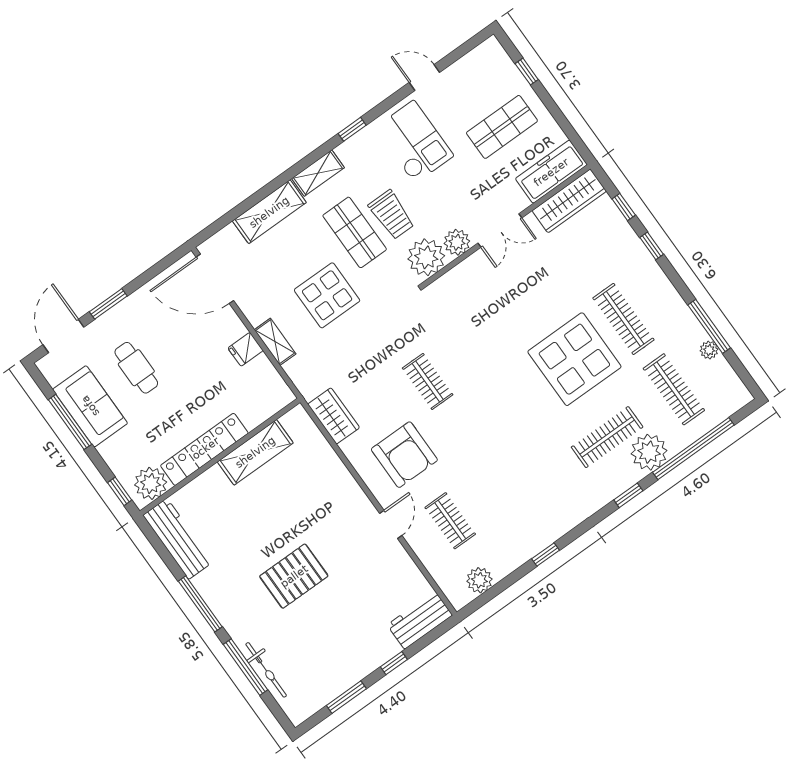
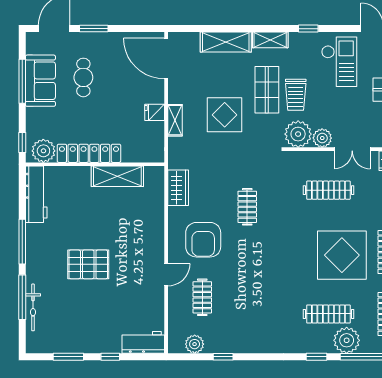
clothes rail: (506, 296) -> (328, 190), added
window: (546, 555) -> (223, 357), moved

